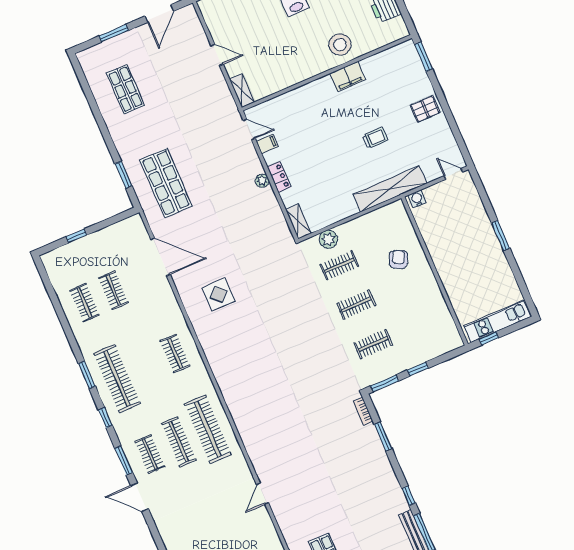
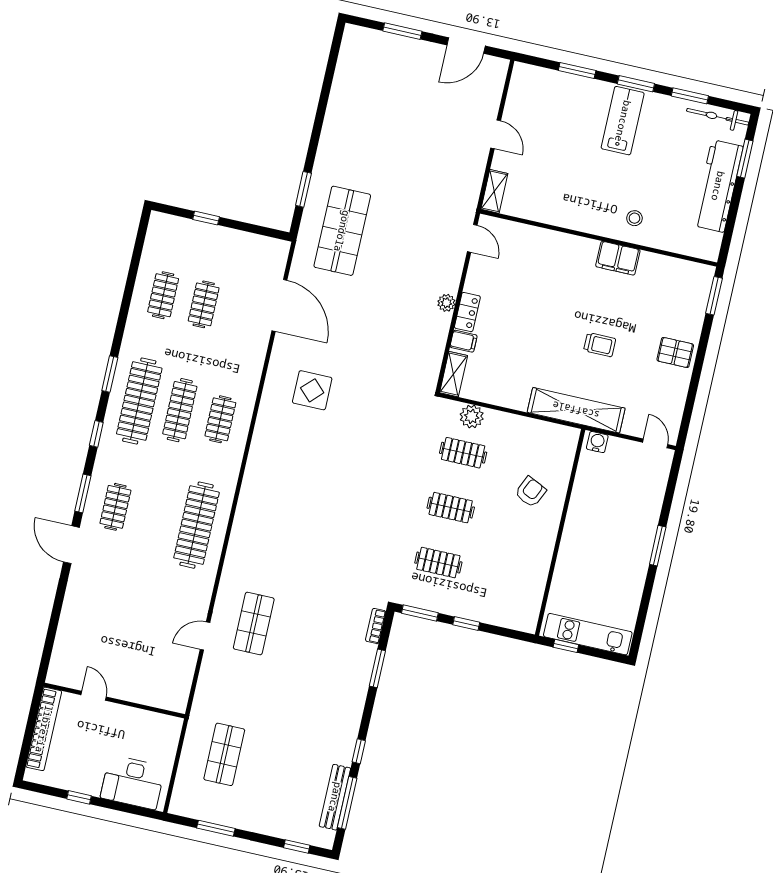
stool: (340, 45) -> (634, 218), width x0.53, depth x0.53
shop shelf: (126, 89) -> (254, 623), moved
filing cabinet: (267, 144) -> (464, 341), moved
clothes rail: (179, 442) -> (180, 410), moved

